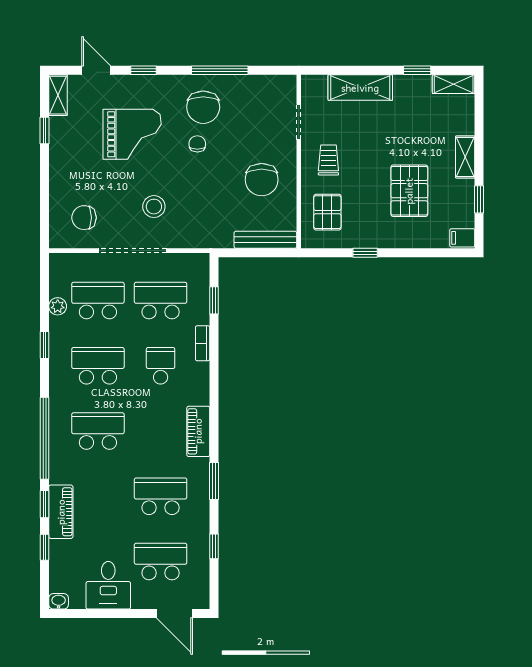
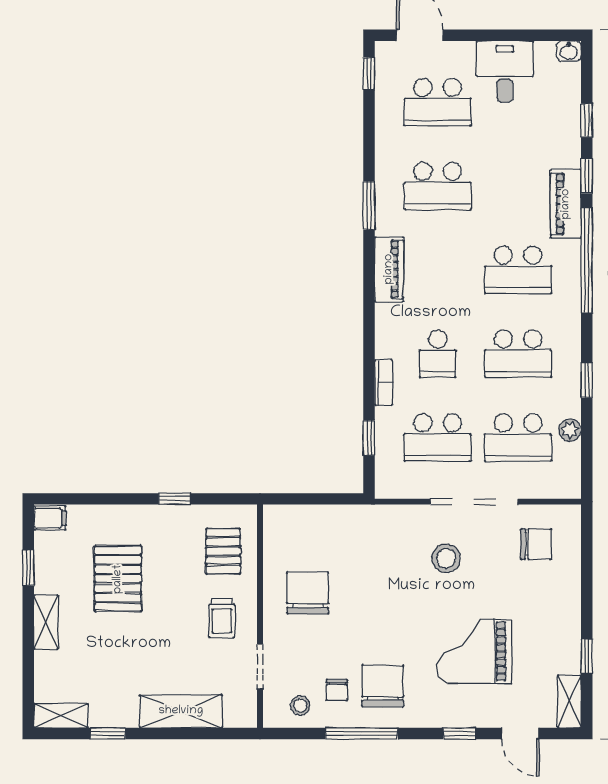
stool: (267, 92) -> (300, 706), added
chair: (197, 144) -> (337, 690), moved
bench: (265, 240) -> (303, 516), removed
piano: (61, 512) -> (566, 204), moved
window: (214, 546) -> (369, 74), moved

